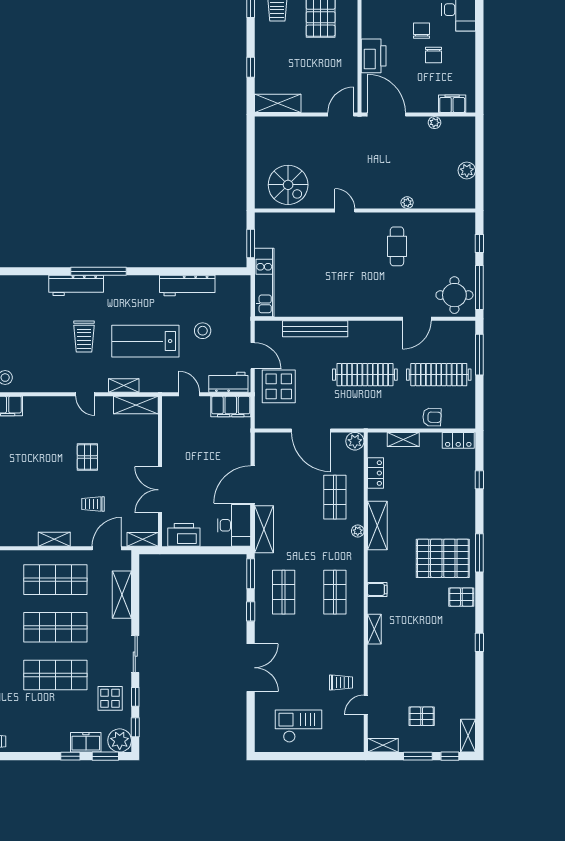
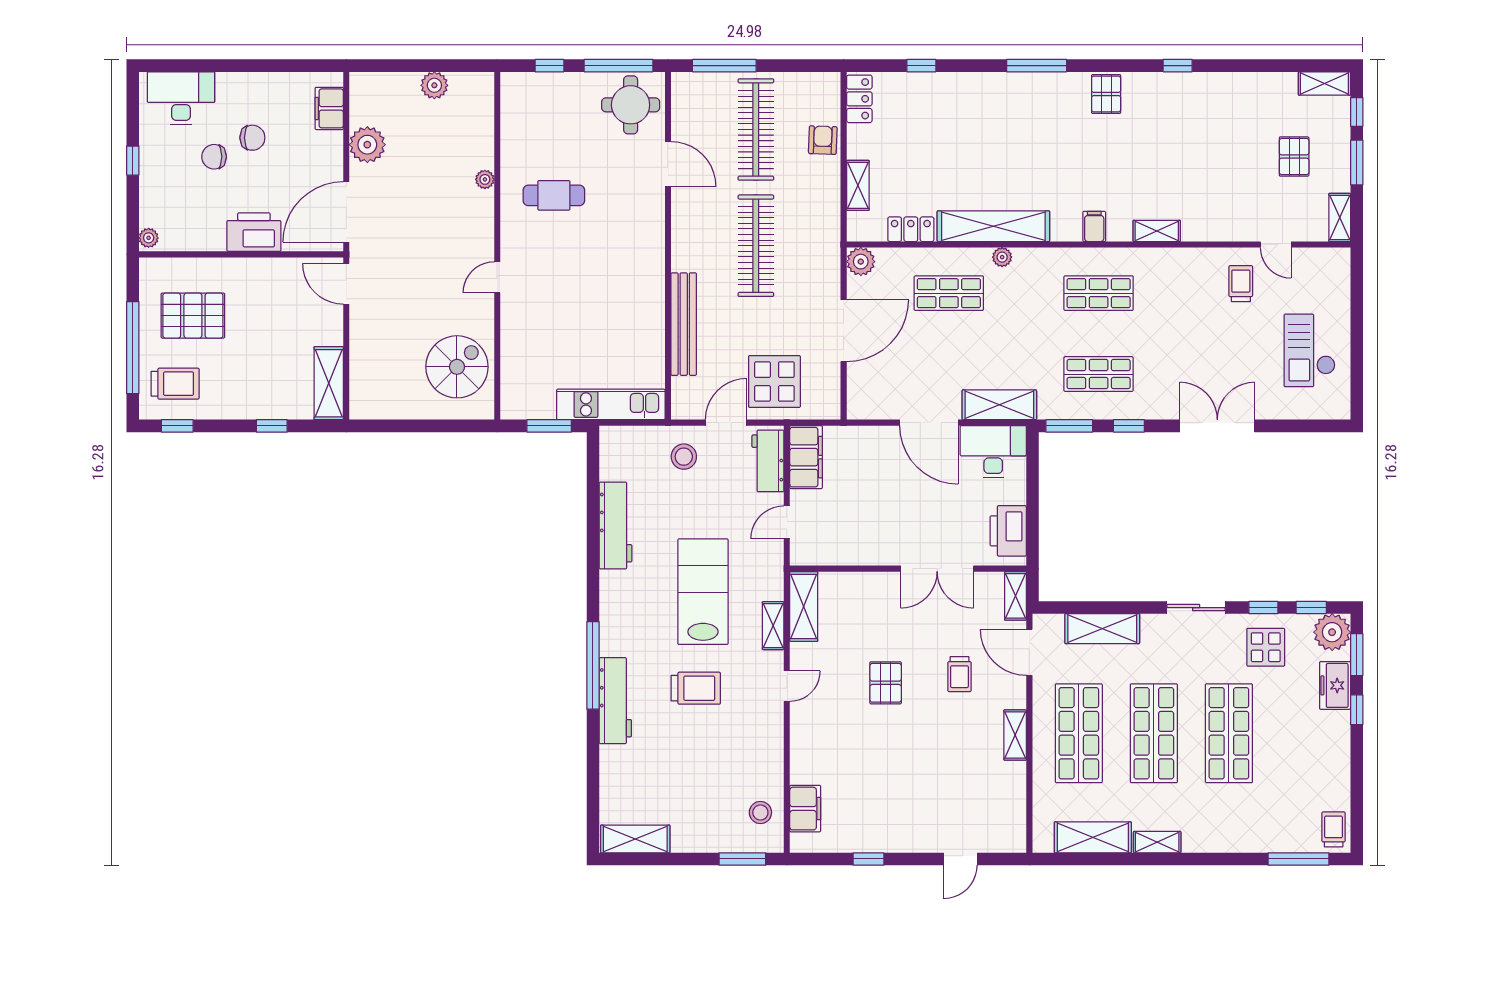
plant: (434, 123) -> (367, 145), width x1.88, depth x1.88
stool: (203, 331) -> (684, 457), moved
lab bench: (145, 341) -> (703, 592), turned 180
pallet: (87, 457) -> (886, 683), turned 90
shelving: (377, 525) -> (993, 226), width x1.47
pallet: (443, 558) -> (1045, 123), removed

